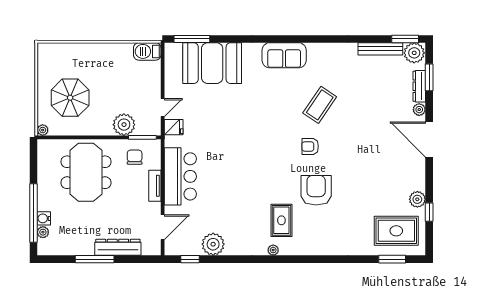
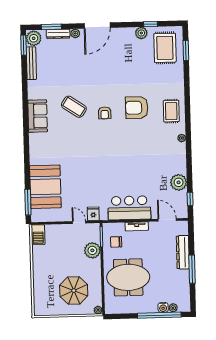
sofa: (284, 55) -> (38, 116), moved
rug: (281, 220) -> (171, 111), moved, turned 90

